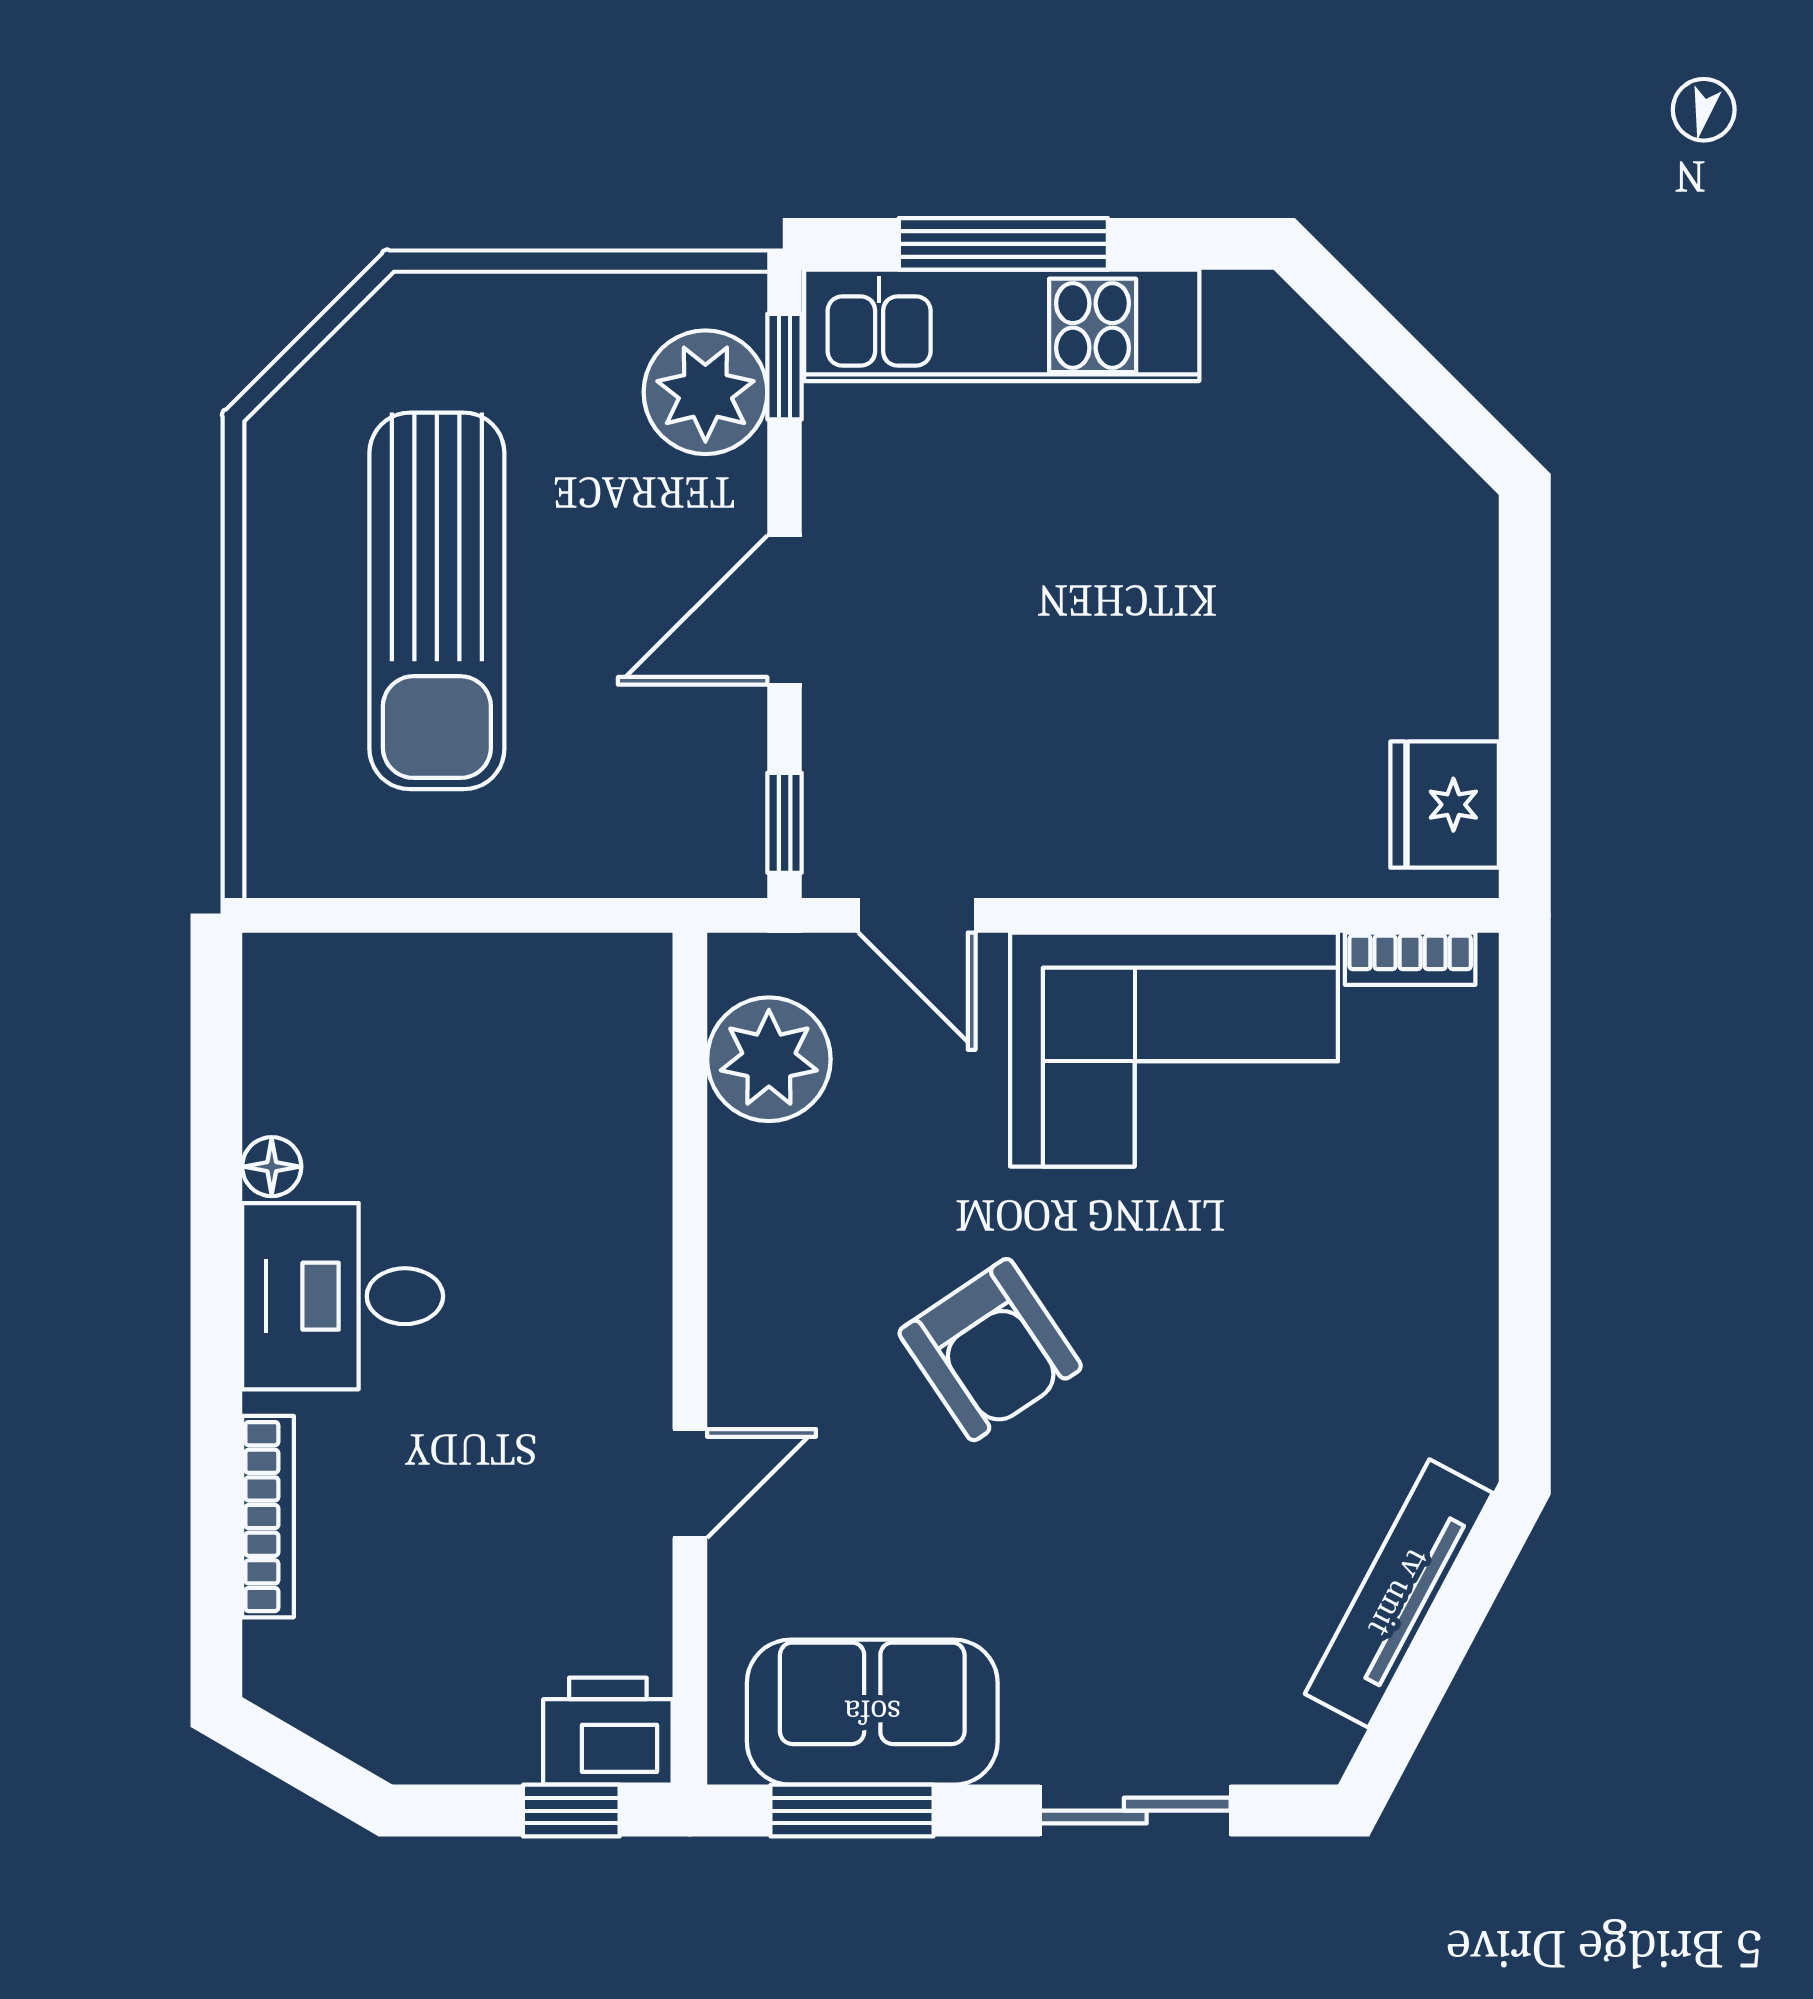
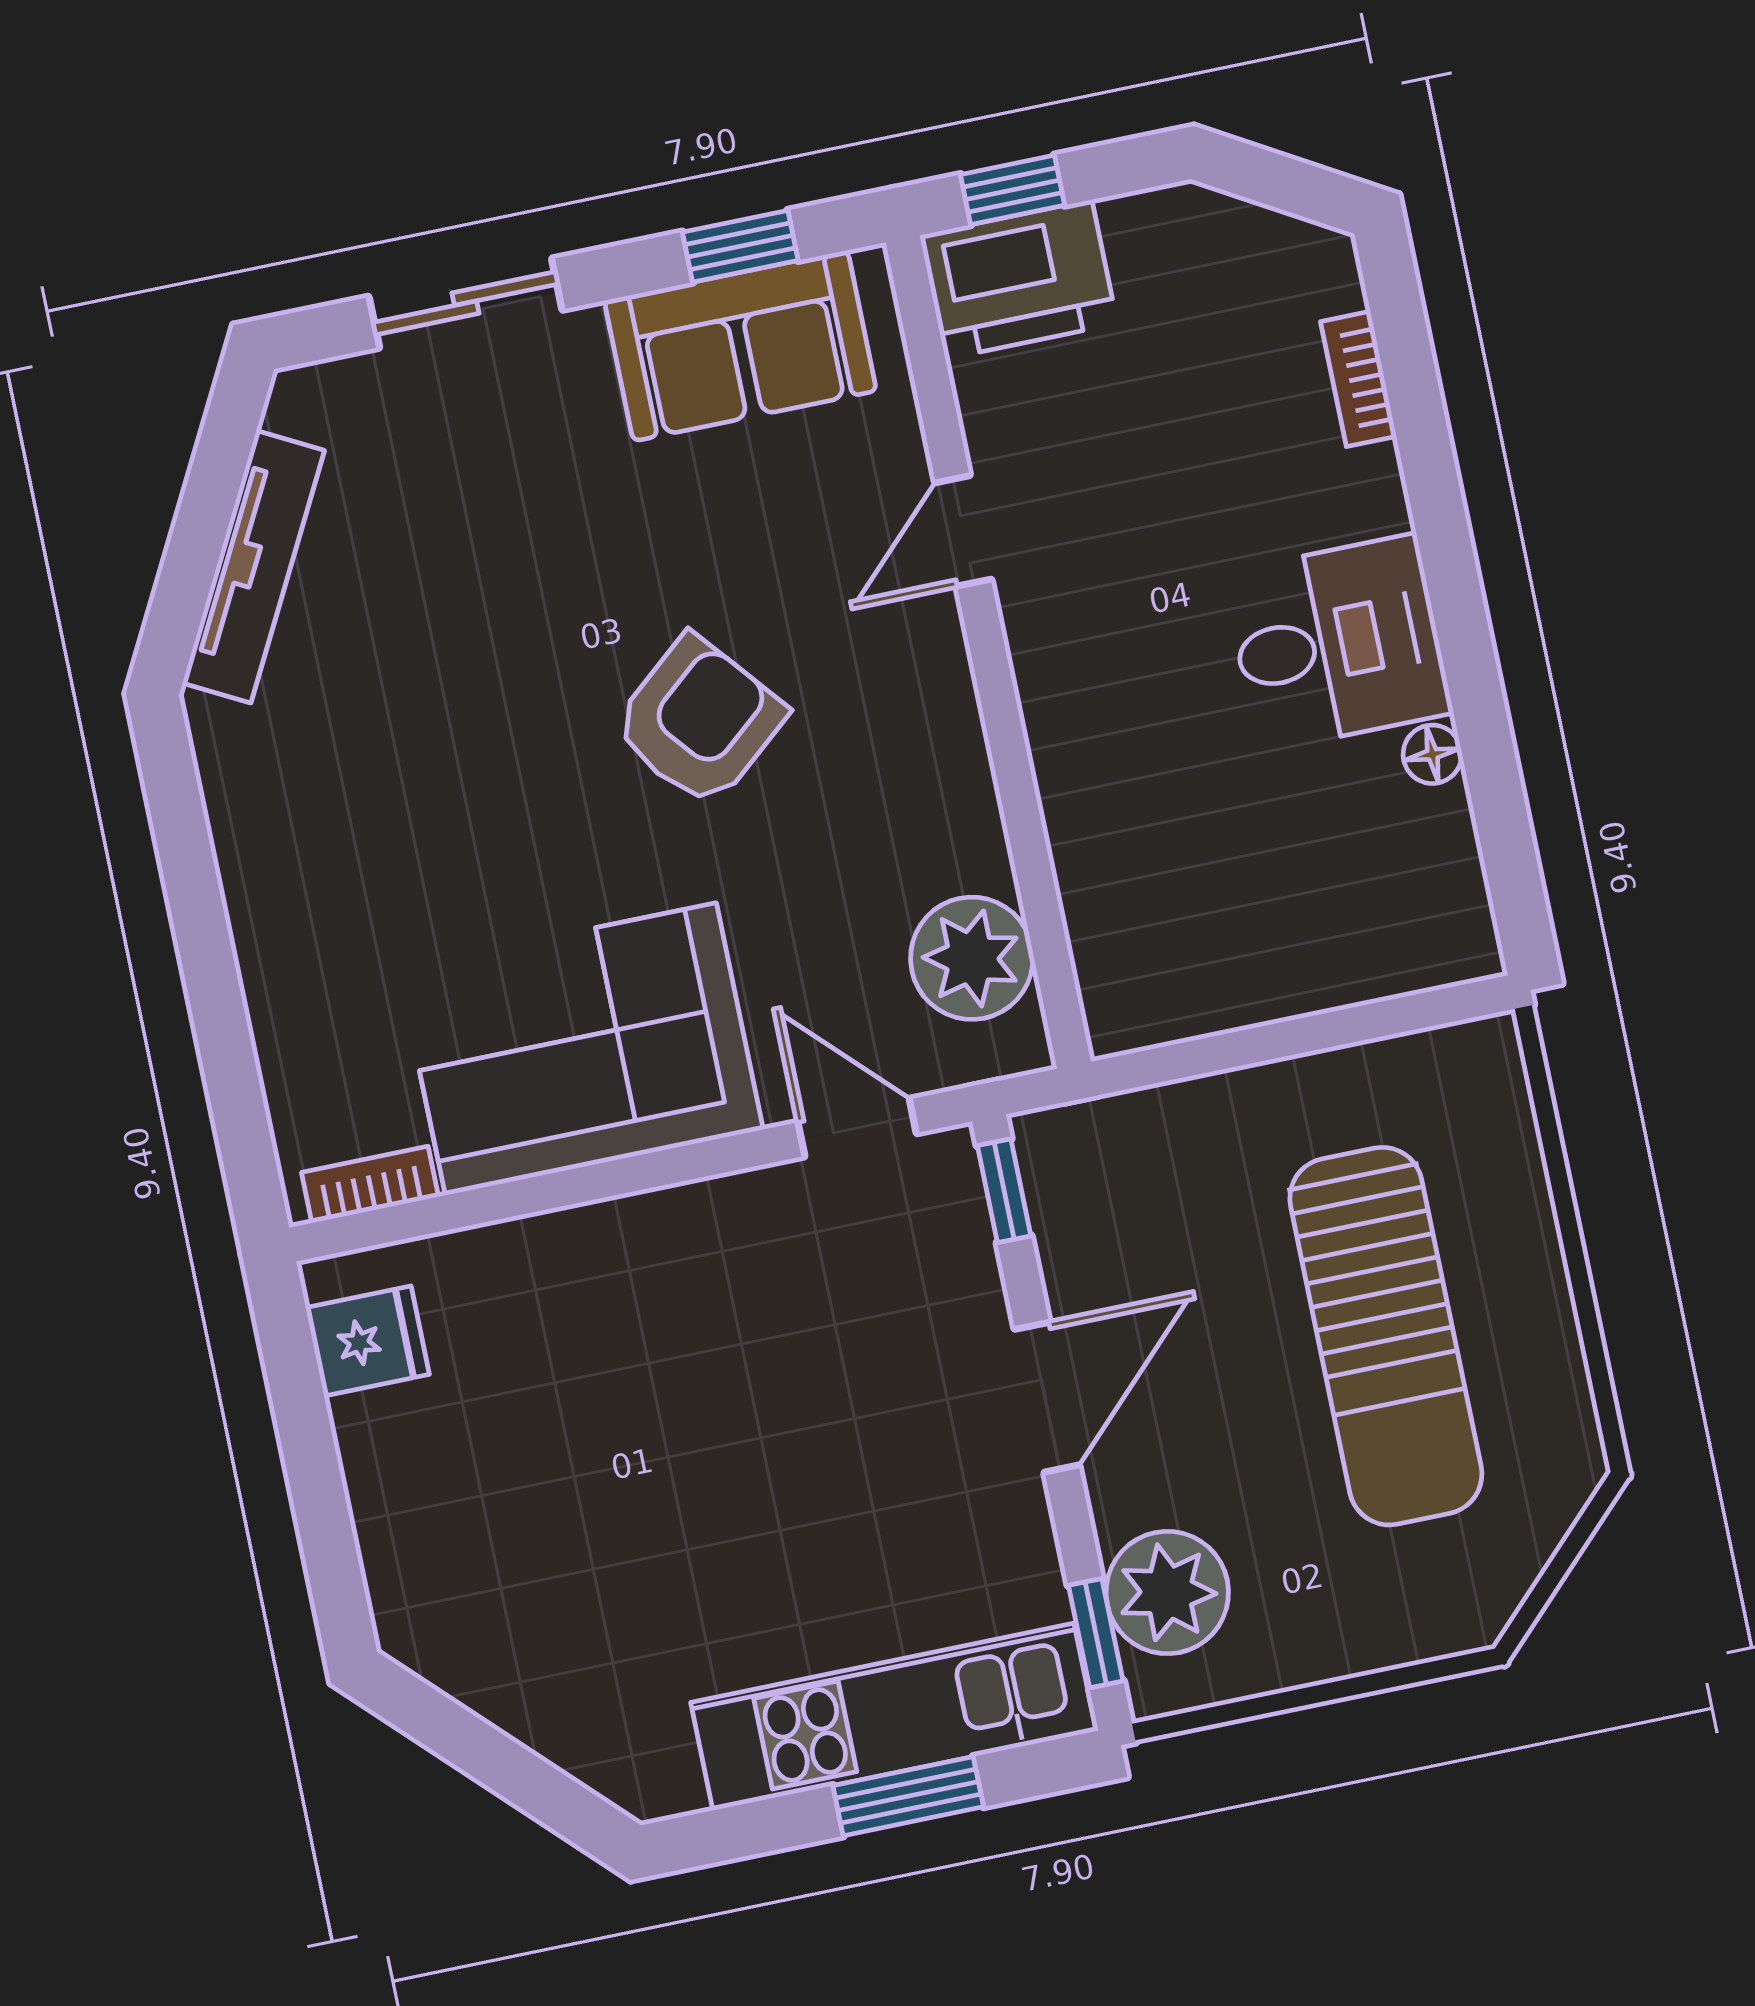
window: (1003, 244) -> (908, 1796), width x0.69
sun lounger: (437, 601) -> (1386, 1336), turned 180
fridge: (1445, 805) -> (368, 1341), width x0.72
armchair: (990, 1350) -> (699, 721), turned 84
bookcase: (268, 1517) -> (1358, 379), width x0.64
printer: (608, 1731) -> (1018, 279), width x1.37, depth x1.19
window: (852, 1811) -> (740, 246), width x0.67

